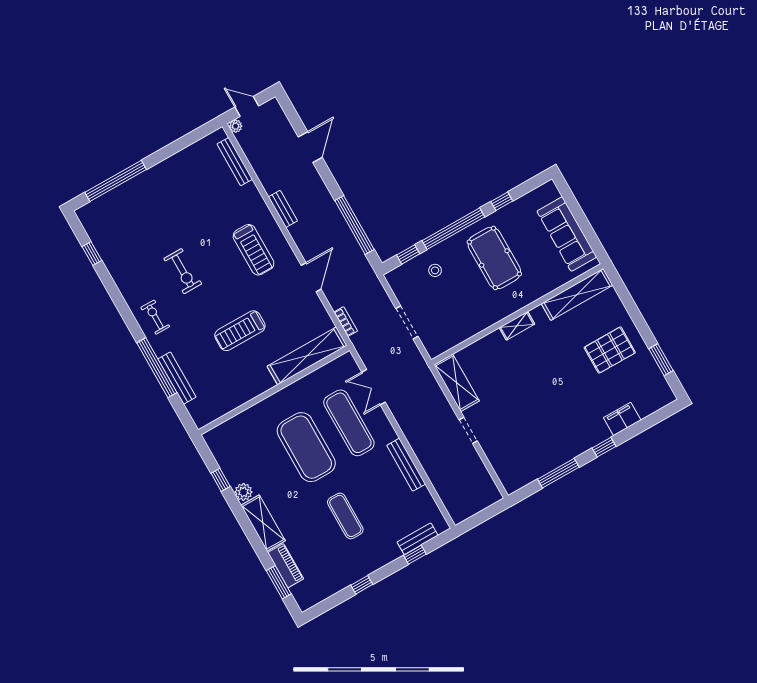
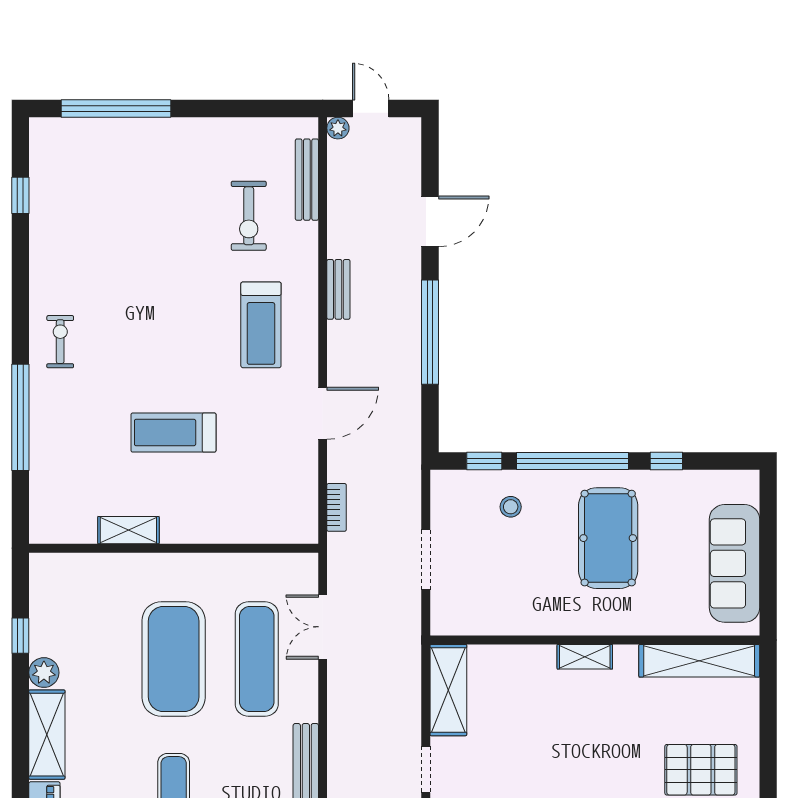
window: (354, 225) -> (430, 332), moved
exercise bike: (183, 271) -> (249, 216), moved
shelving: (307, 356) -> (128, 530), moved, width x0.45, depth x0.75
bench: (177, 378) -> (41, 449), removed

